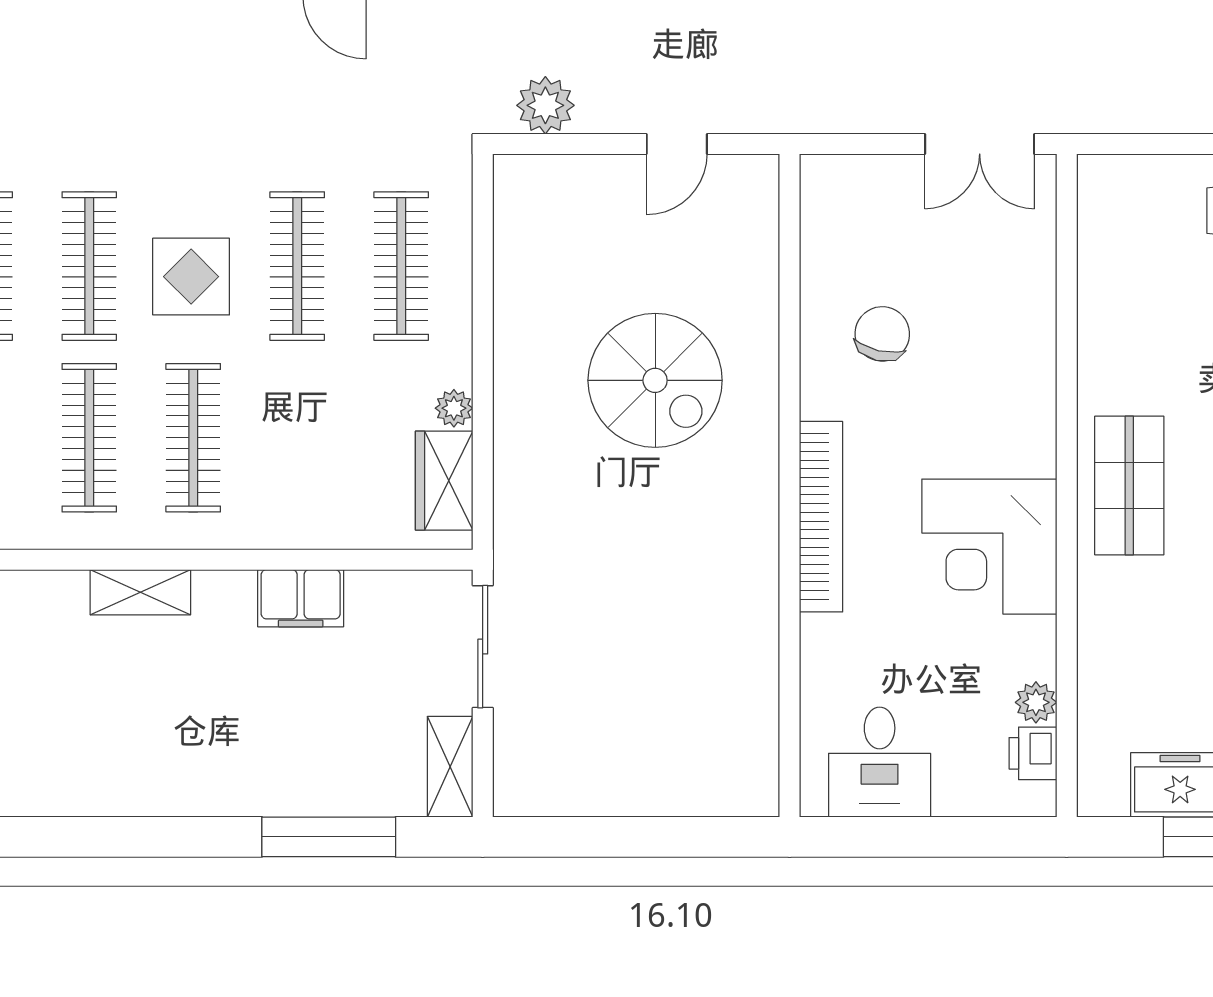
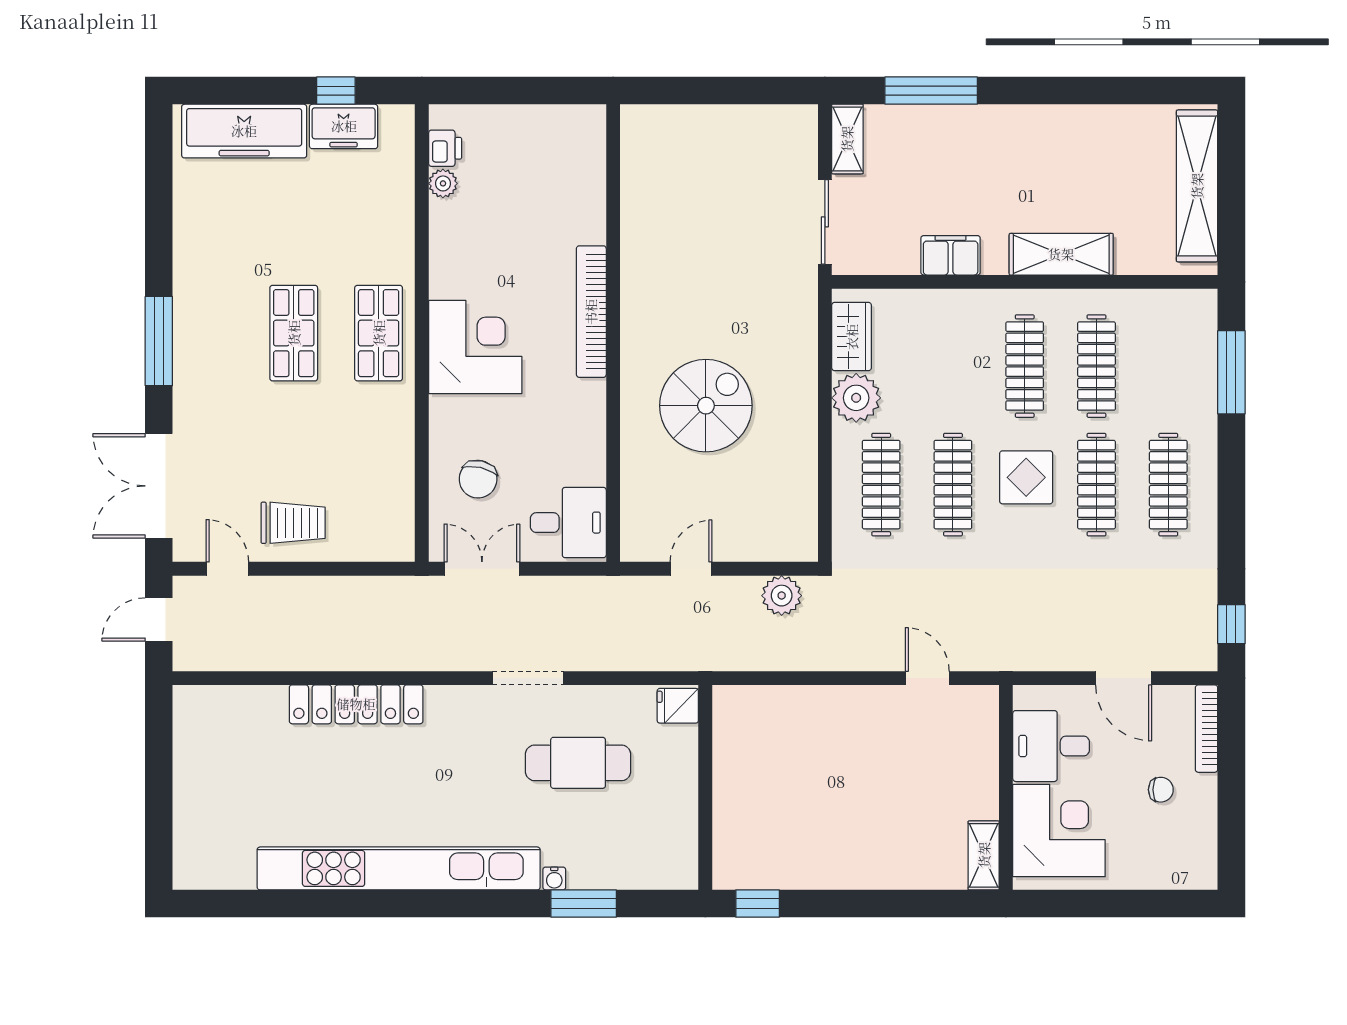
chair: (882, 334) -> (478, 479), moved
spiral stairs: (655, 380) -> (706, 406), turned 90
plant: (454, 408) -> (856, 398), width x1.87, depth x1.87
corner desk: (989, 547) -> (475, 347), moved
shelving: (140, 592) -> (1061, 254), width x1.50, depth x1.33
desk: (880, 762) -> (568, 523), moved, turned 90

